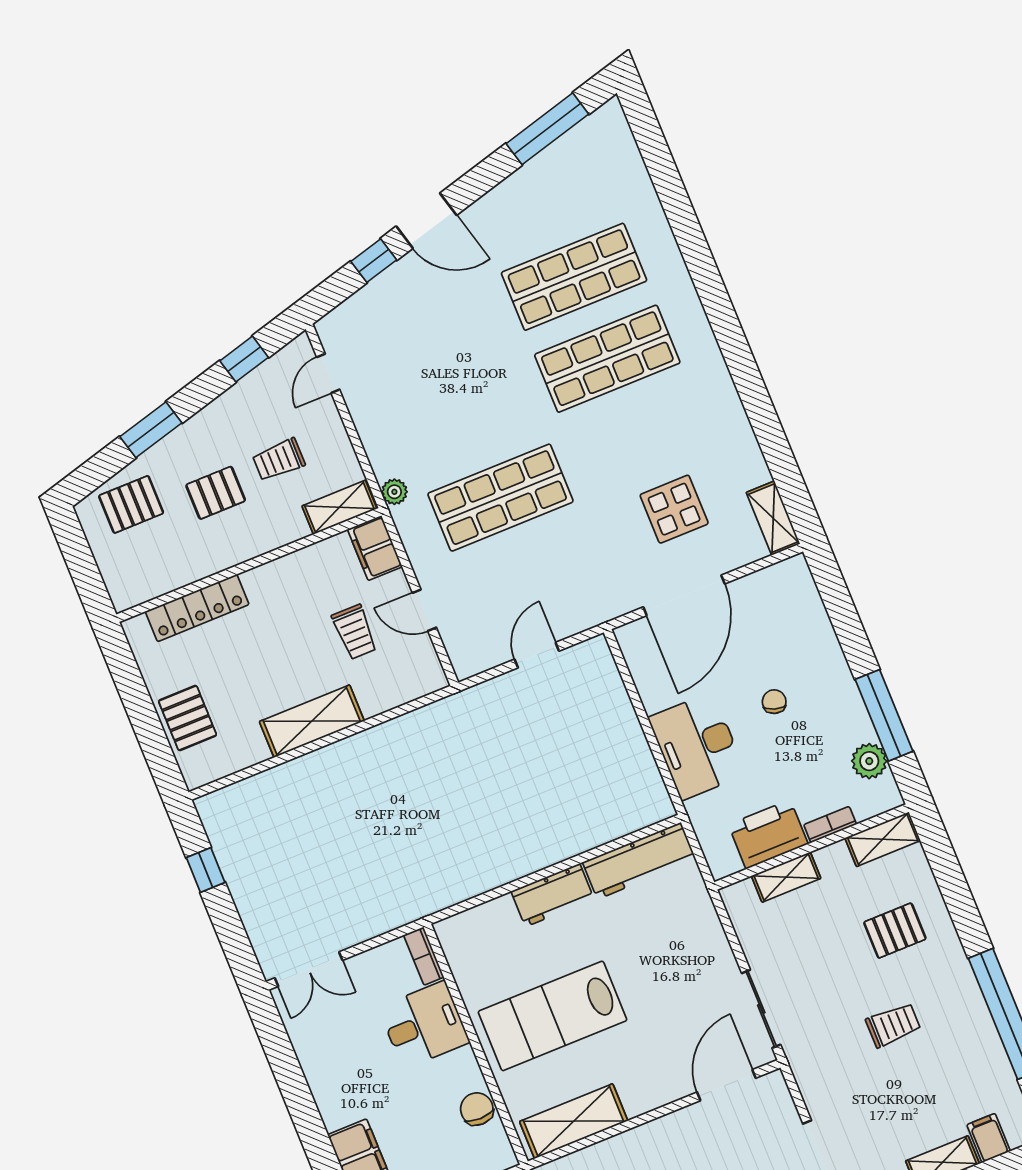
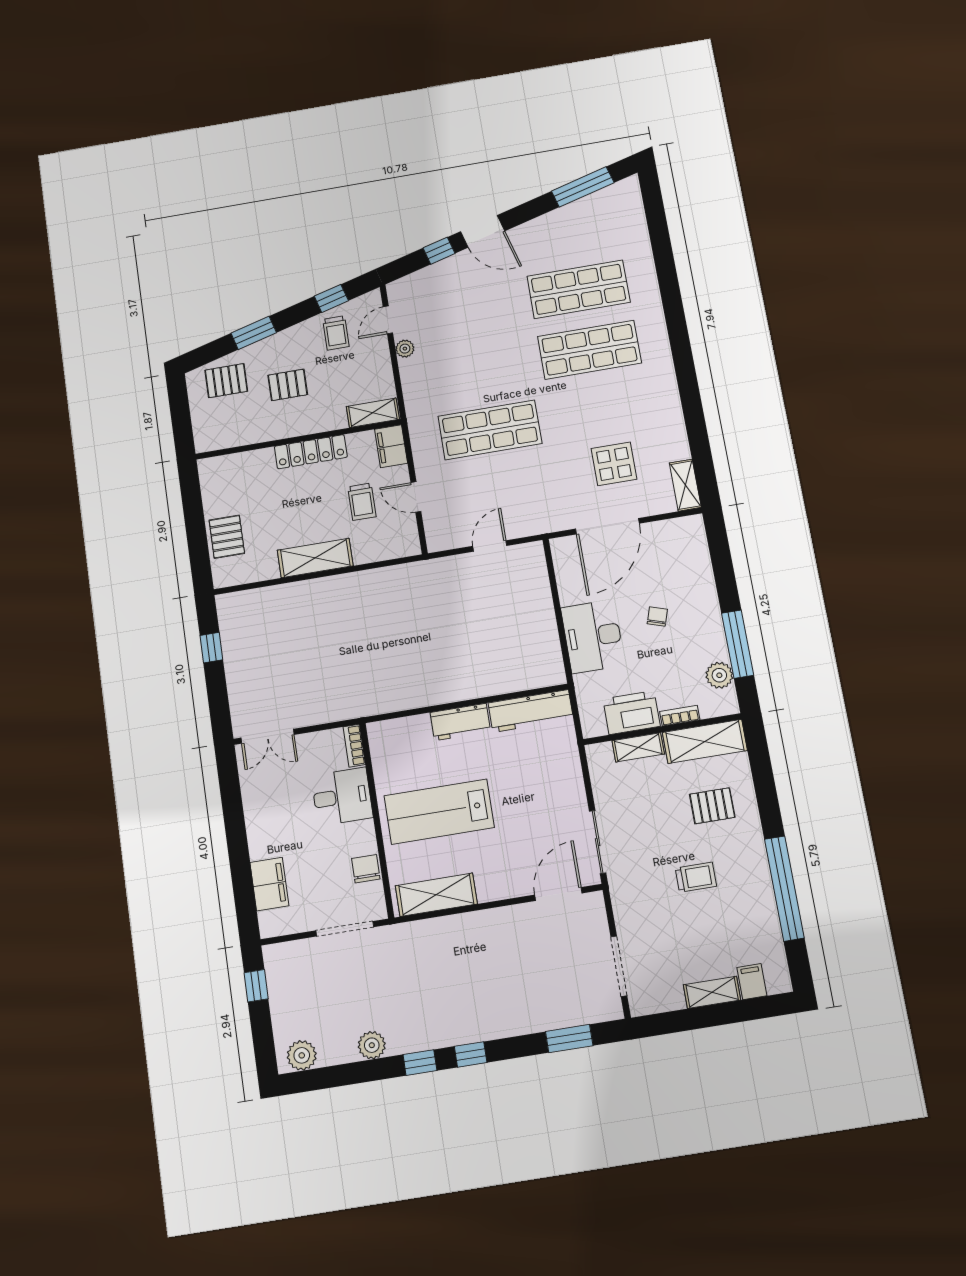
trolley: (279, 460) -> (336, 333), moved, turned -90
plant: (394, 492) -> (405, 349), moved
locker: (197, 608) -> (311, 452), moved
shelving: (883, 839) -> (705, 741), width x1.50, depth x1.33

